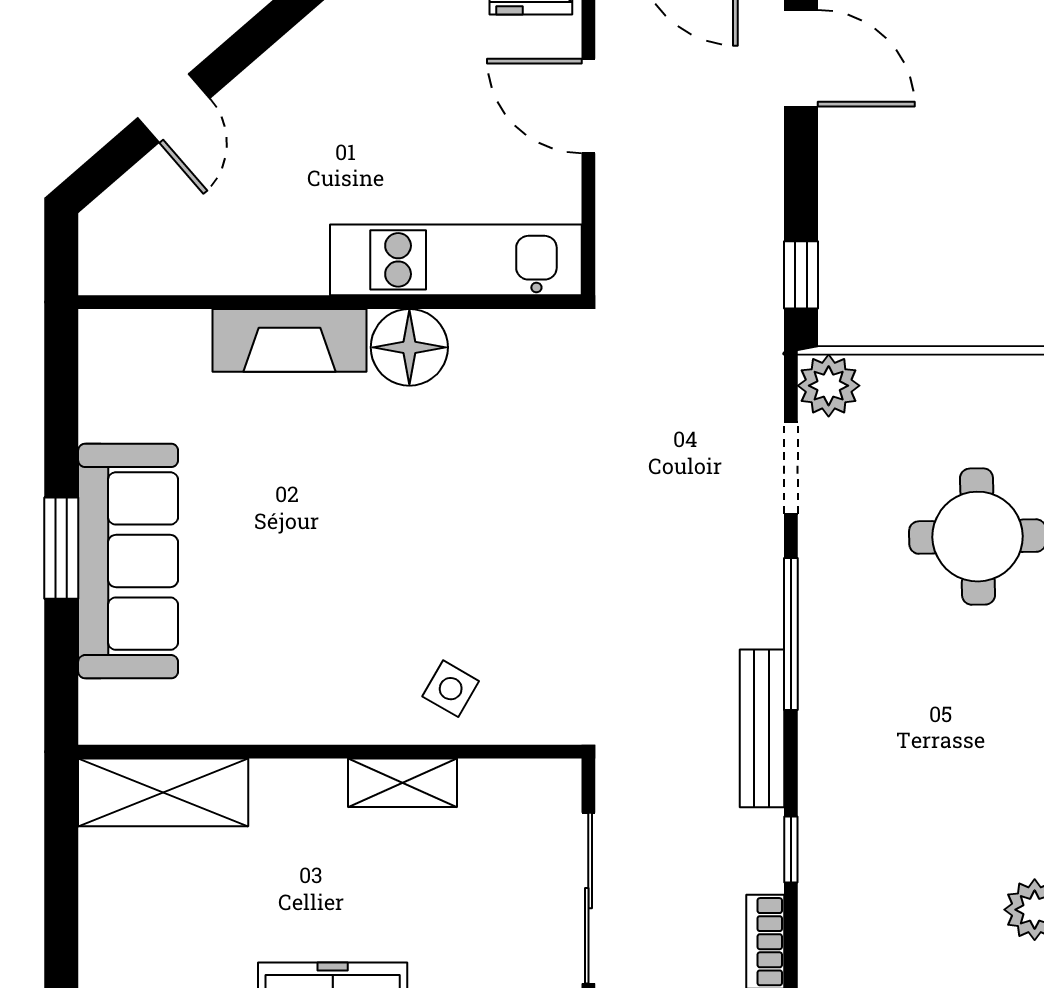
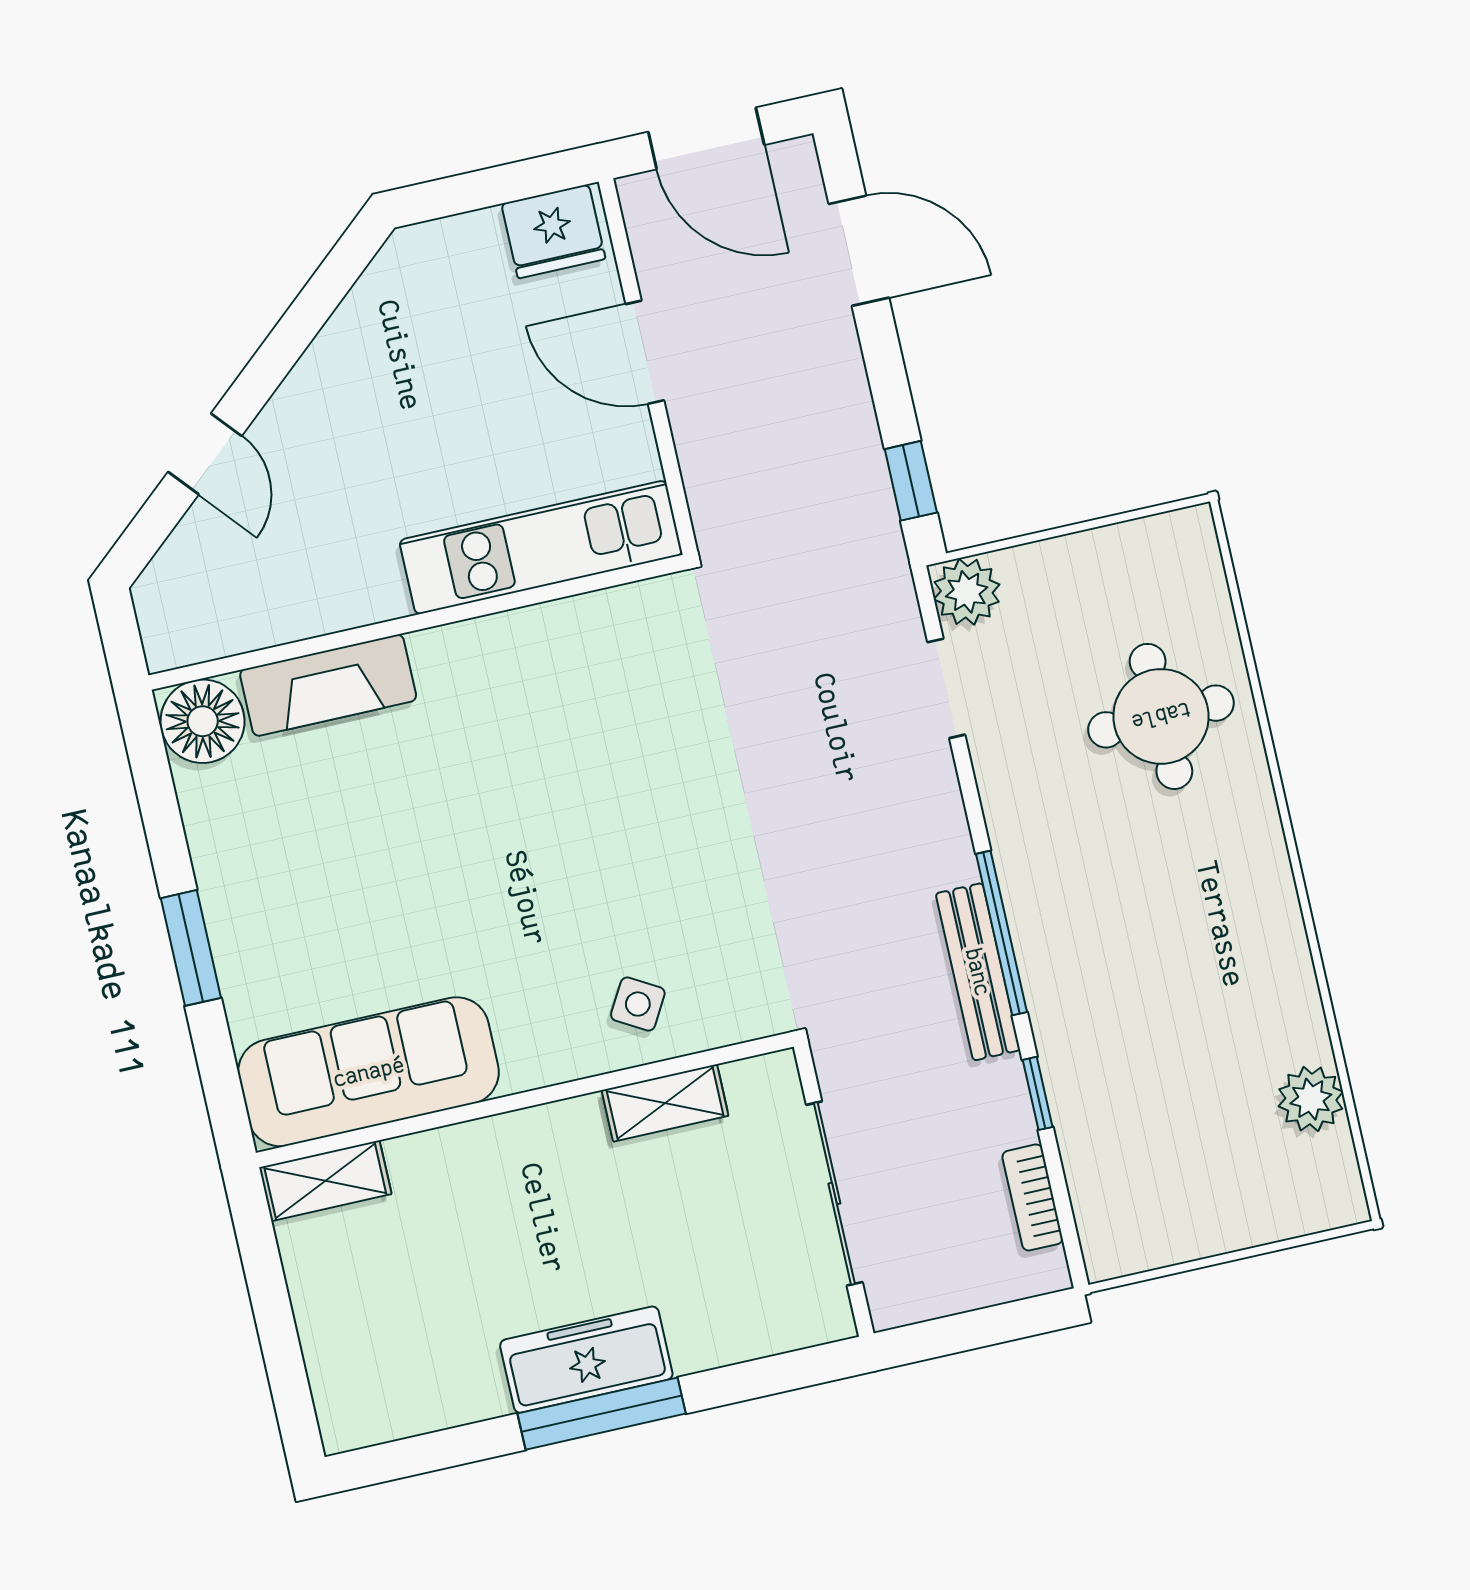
fireplace: (290, 340) -> (328, 685), moved
floor lamp: (409, 347) -> (203, 721), moved
sofa: (128, 561) -> (369, 1072), moved, turned -90
window: (791, 634) -> (1001, 933), moved
shelving: (403, 783) -> (665, 1103), moved
shelving: (163, 792) -> (325, 1181), width x0.67, depth x0.75

